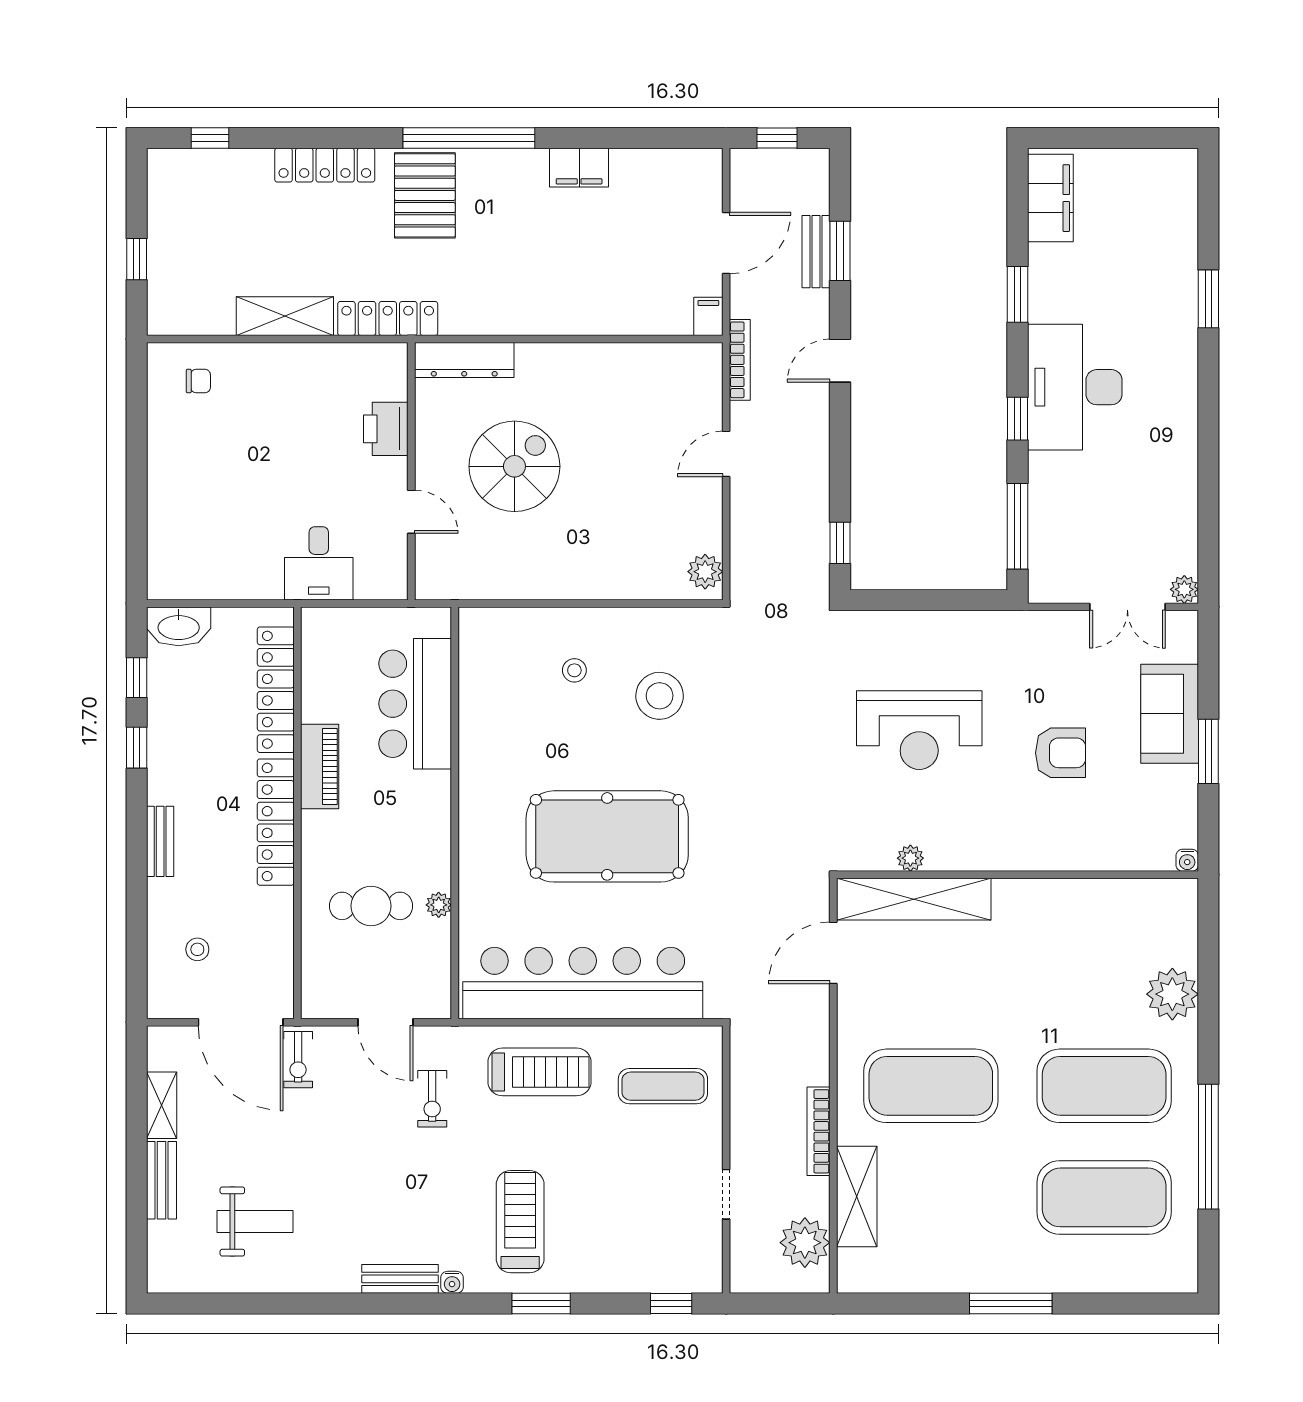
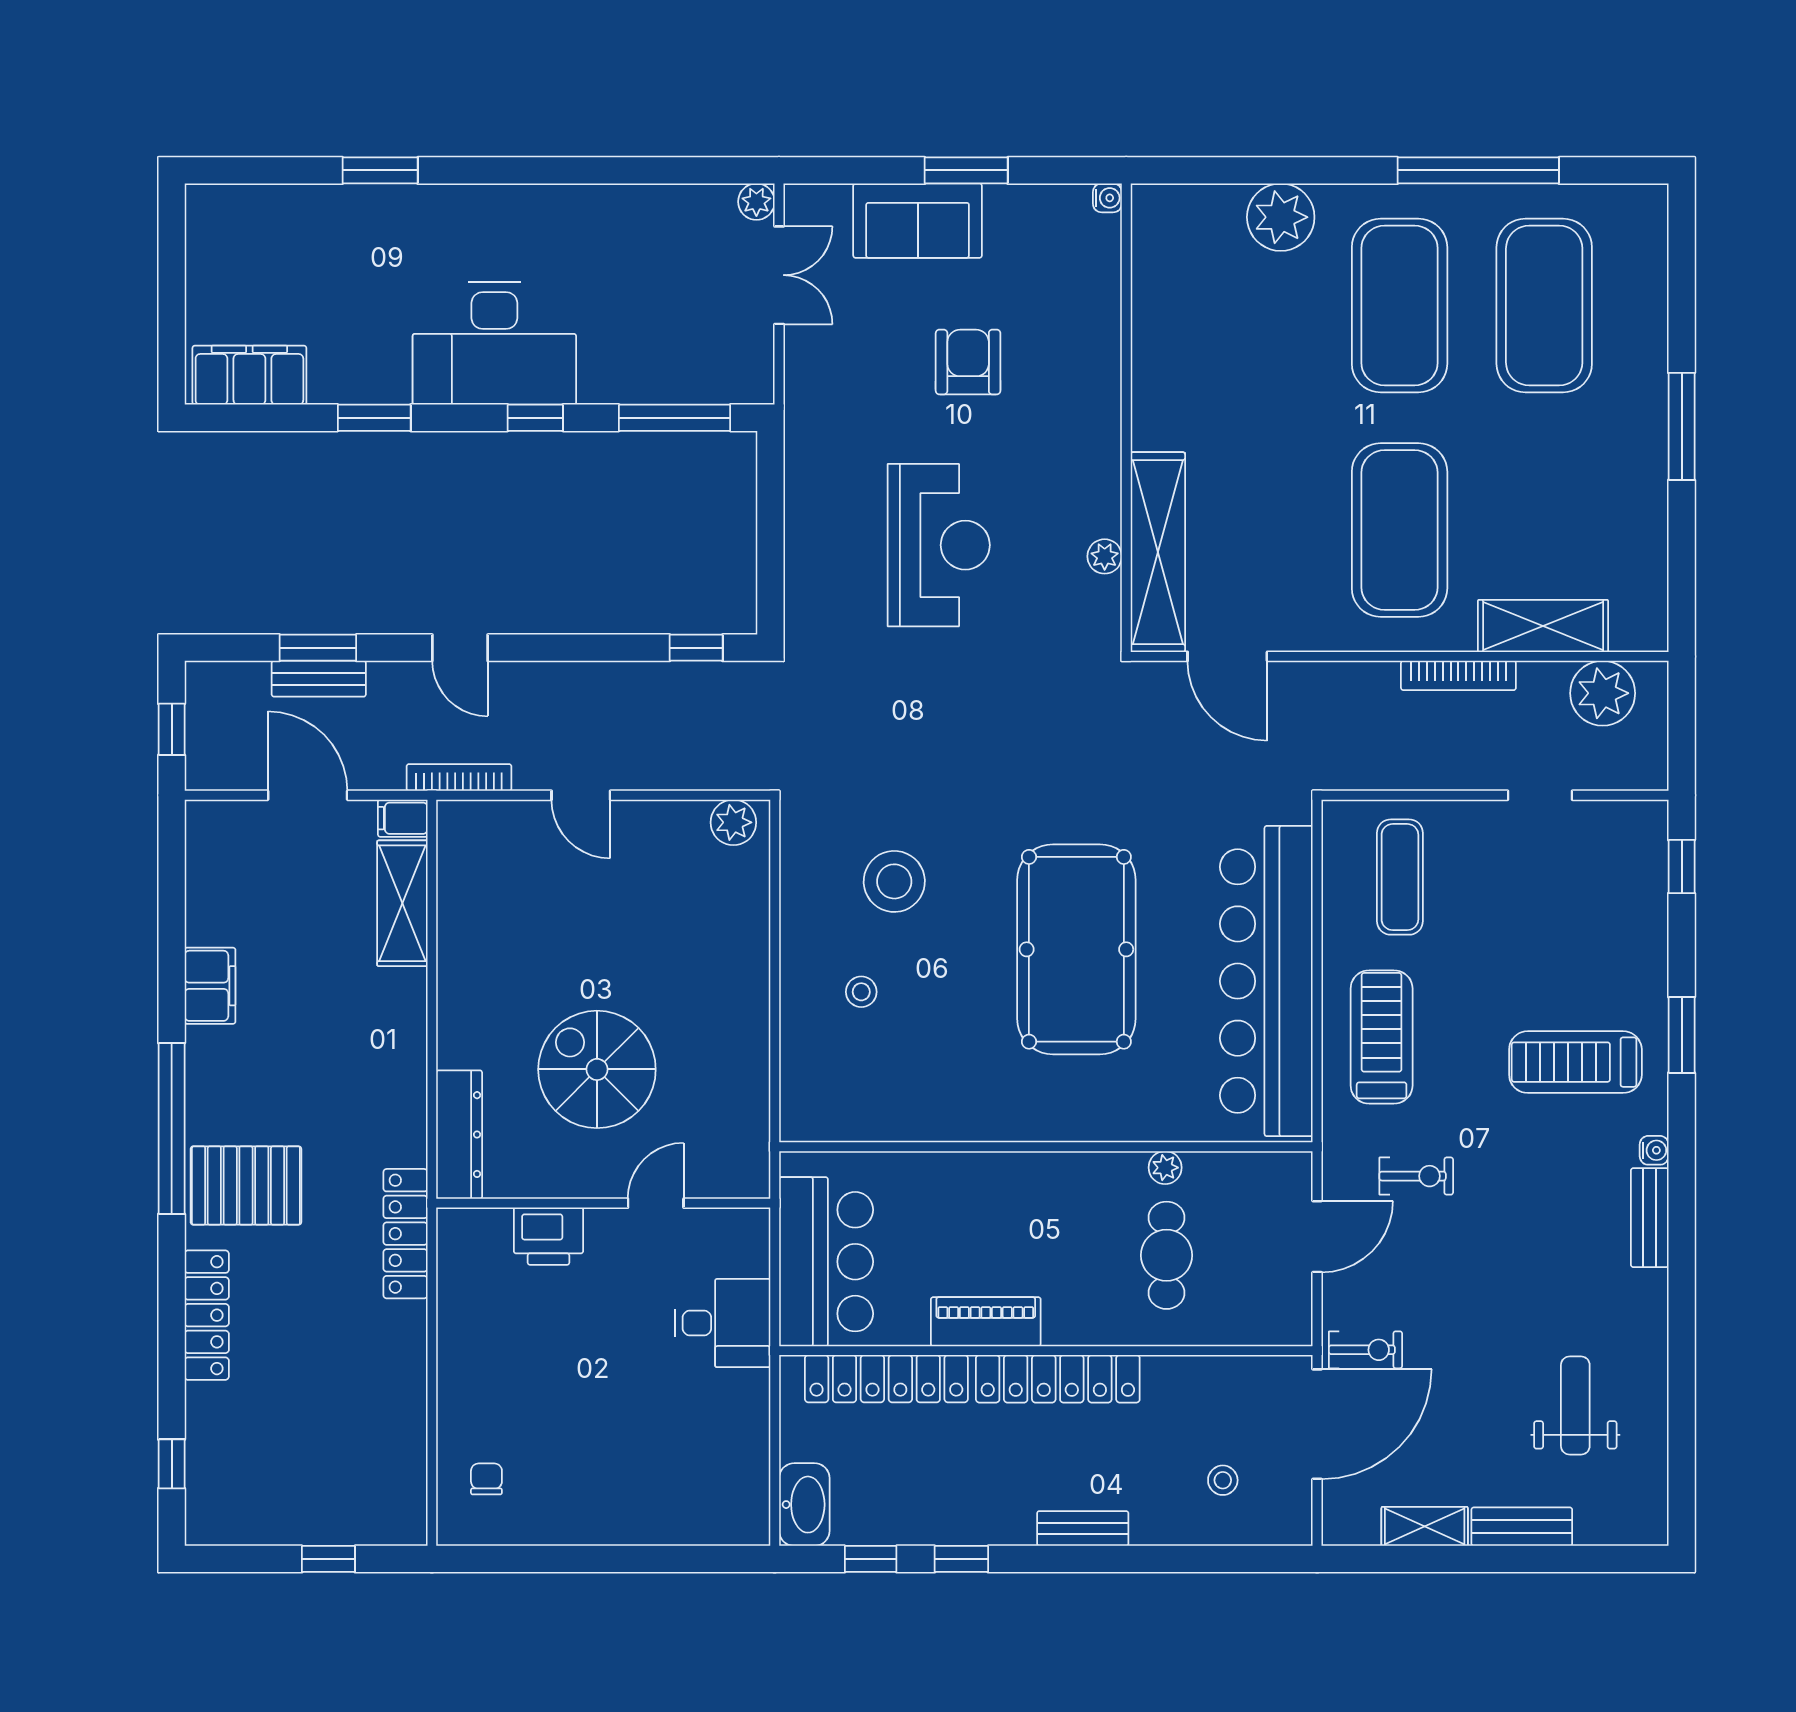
shelving: (285, 316) -> (402, 903), moved
bar counter: (415, 704) -> (826, 1262), moved, turned -90

